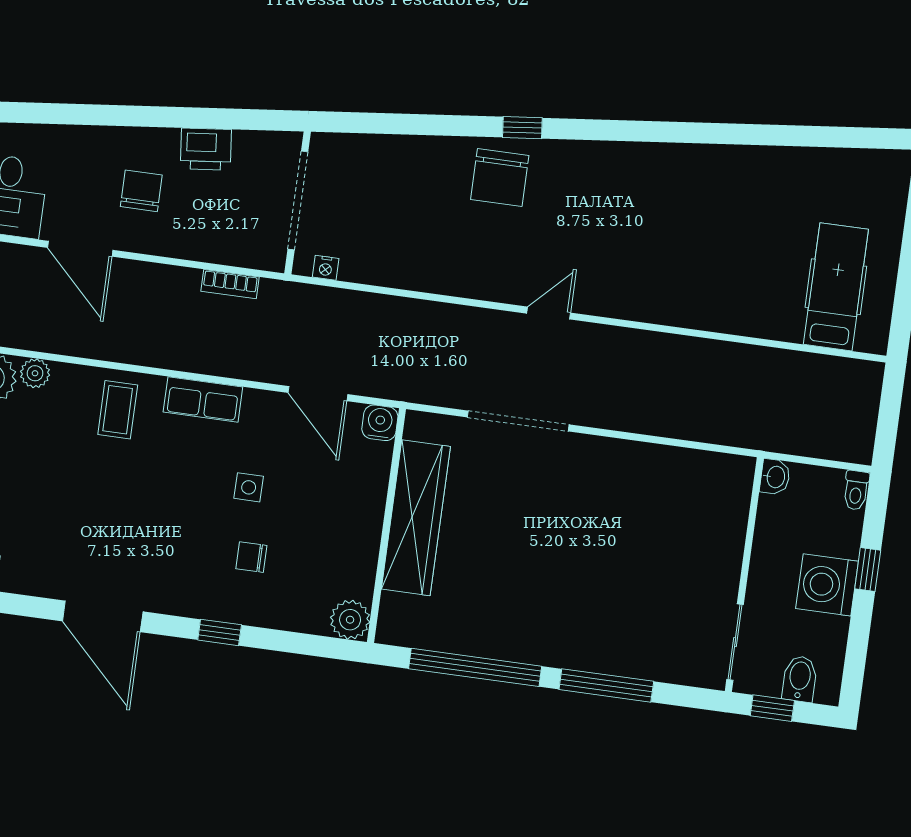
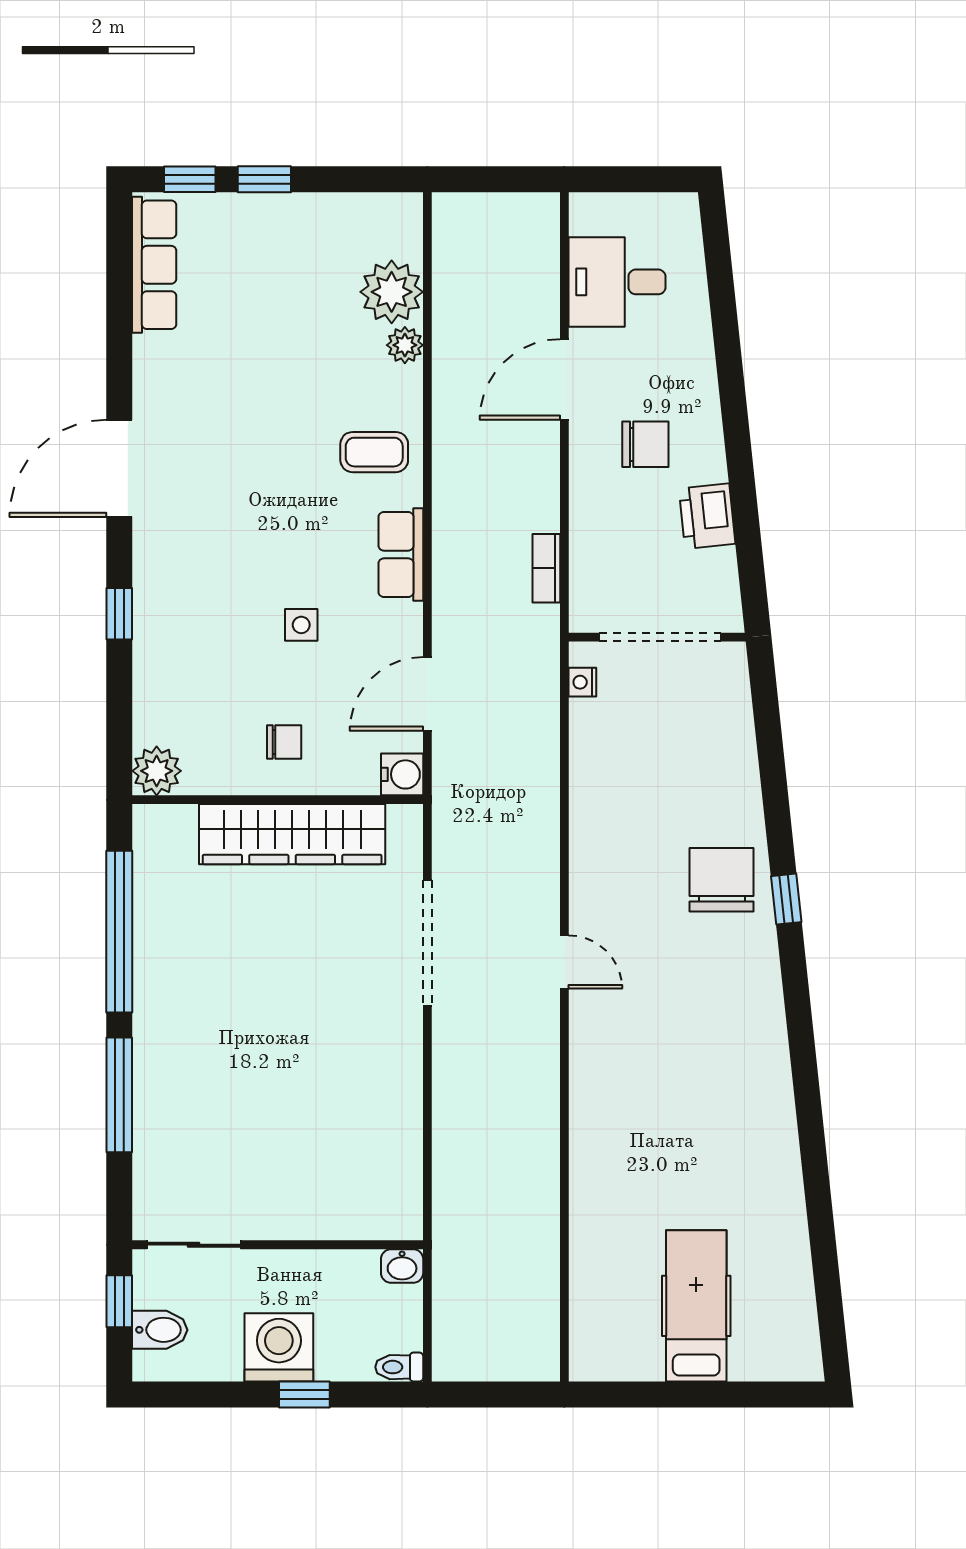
chair: (500, 177) -> (722, 880), turned 90
hospital bed: (836, 287) -> (696, 1306), moved, turned -90
chair: (251, 557) -> (284, 742), moved, turned 90

